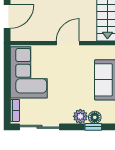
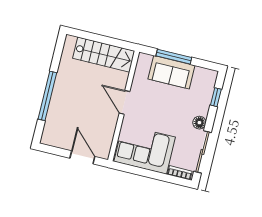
plant: (80, 116) -> (202, 108), removed
floor lamp: (95, 117) -> (199, 123), moved

